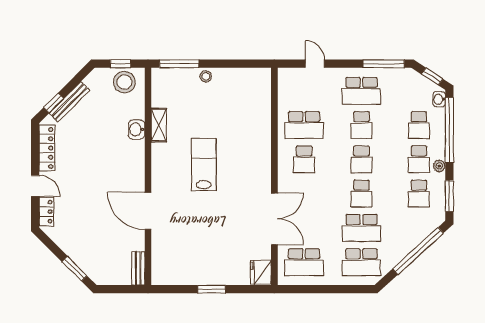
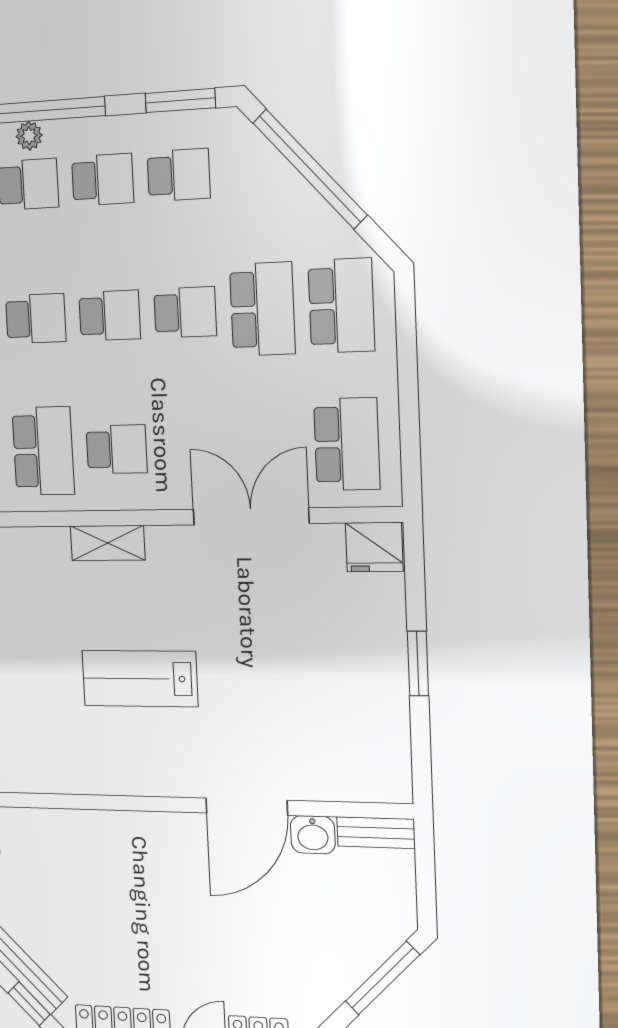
shelving: (159, 125) -> (108, 543), moved
washbasin: (136, 129) -> (313, 835), moved
plant: (439, 166) -> (29, 136), moved
window: (74, 269) -> (382, 978), width x1.44

